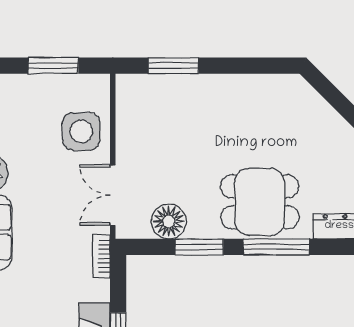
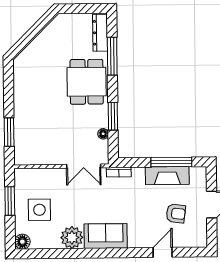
side table: (81, 131) -> (39, 210), moved
floor lamp: (169, 221) -> (103, 134), width x0.53, depth x0.53
window: (276, 247) -> (112, 56), moved

